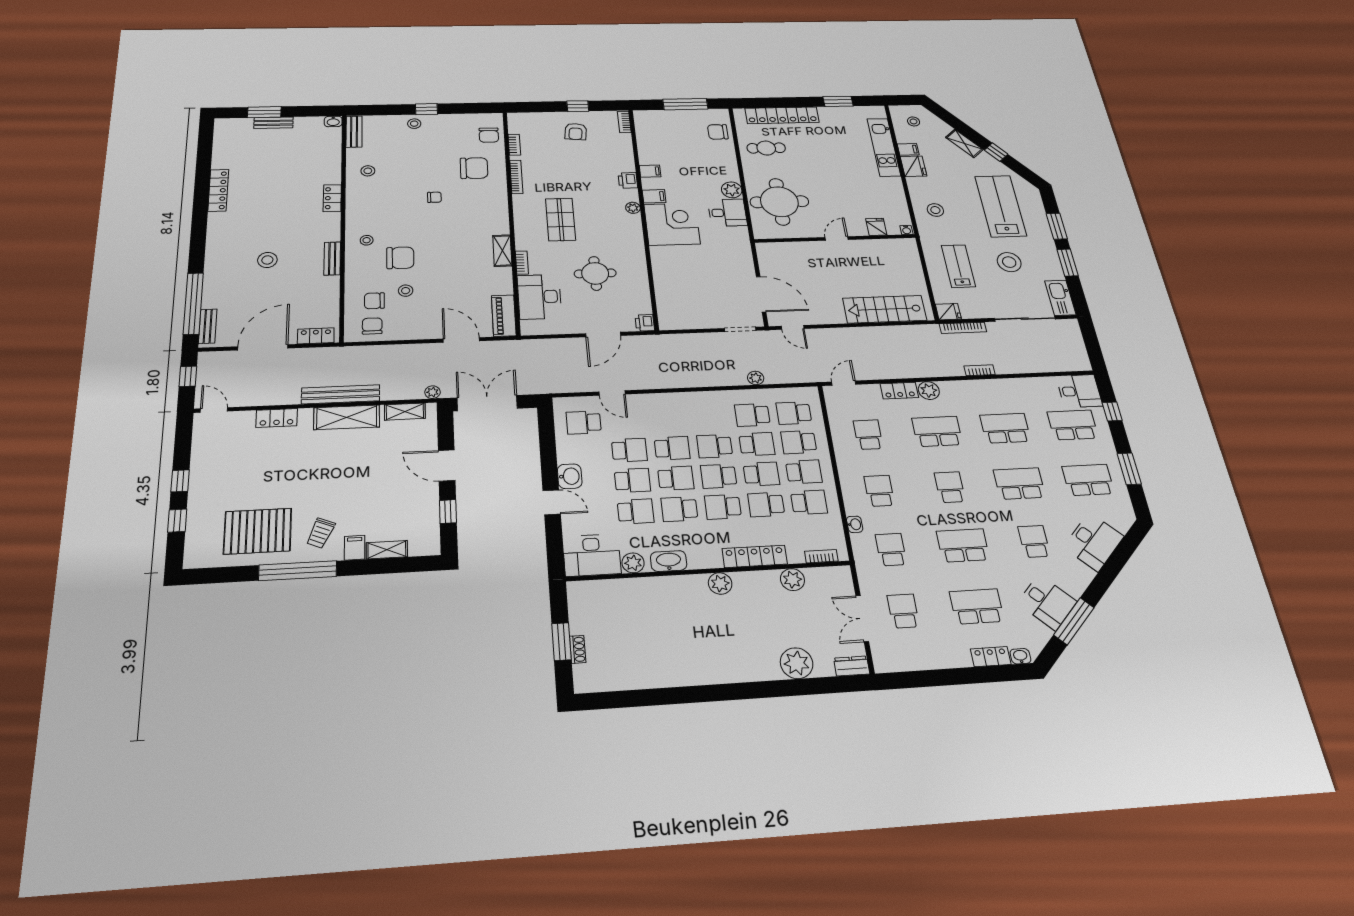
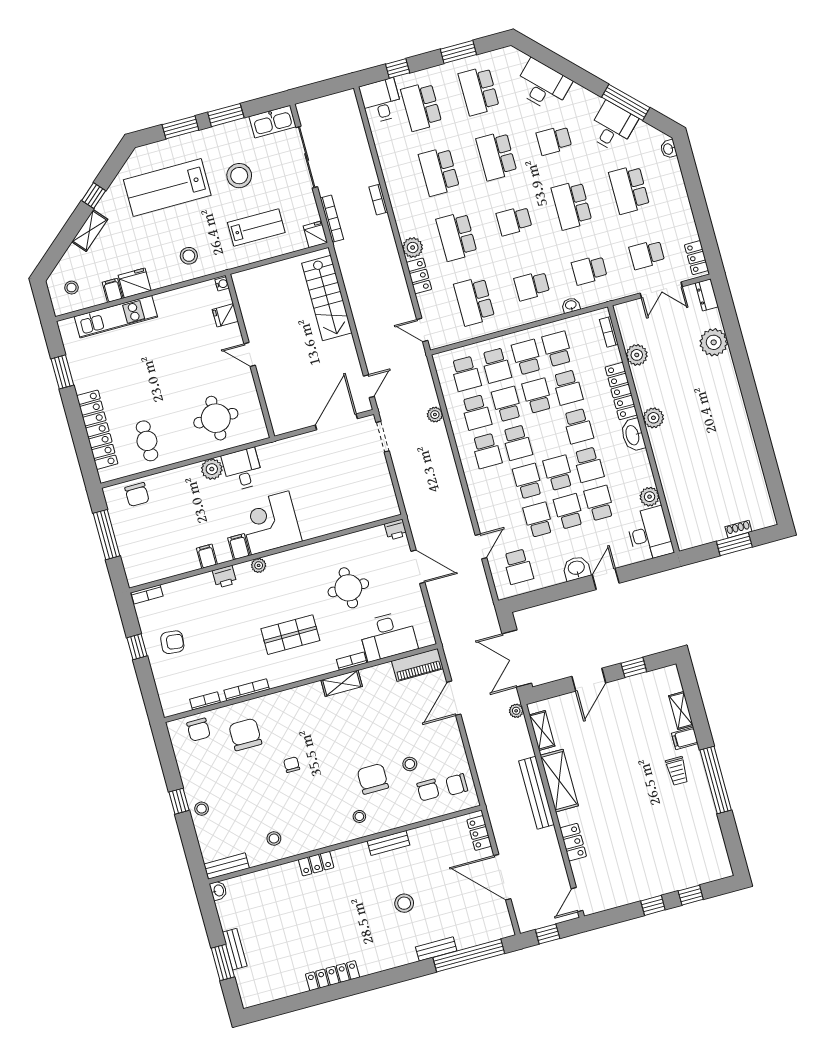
chair: (489, 135) -> (198, 730), turned 90
round table: (779, 202) -> (216, 418), width x0.73, depth x0.73
lab bench: (958, 266) -> (256, 227), turned 180
bench: (208, 326) -> (436, 949), moved
school desk: (868, 435) -> (474, 301), width x1.85
school desk: (719, 476) -> (487, 451), moved
pallet: (258, 531) -> (686, 825), removed
trolley: (321, 533) -> (677, 771), turned 67
washbasin: (669, 561) -> (633, 435), moved
locker: (991, 657) -> (697, 258), moved

